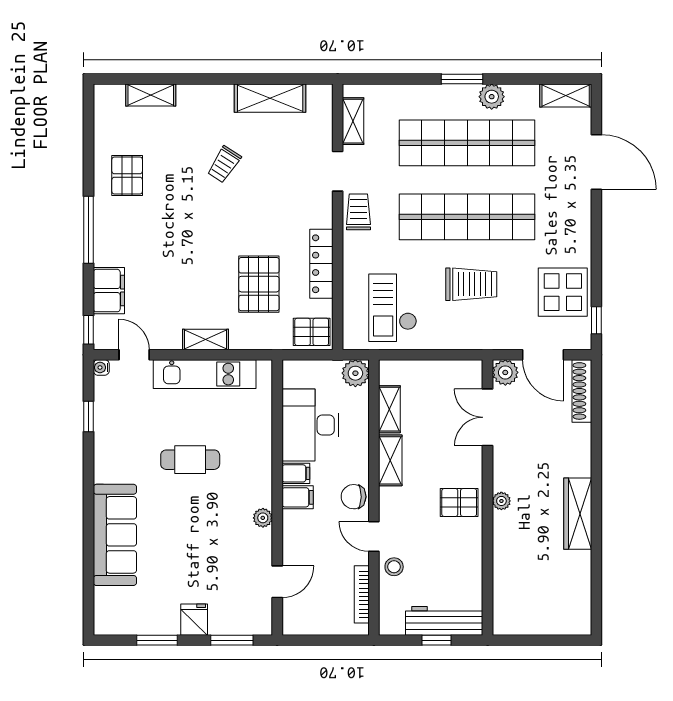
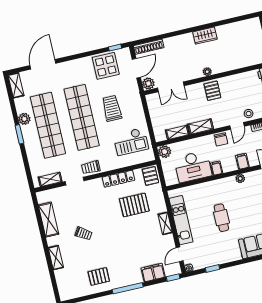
shelving: (151, 95) -> (56, 258), moved
filing cabinet: (298, 497) -> (242, 161), moved
wardrobe: (578, 514) -> (205, 36), width x0.67

